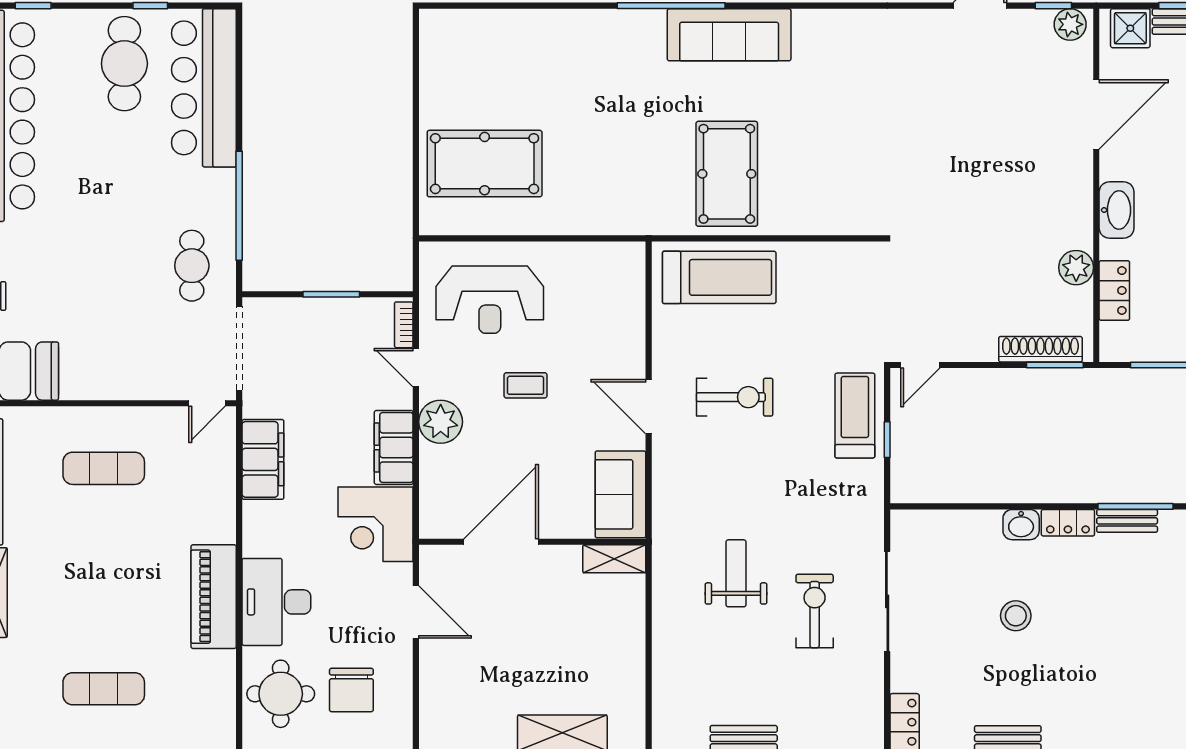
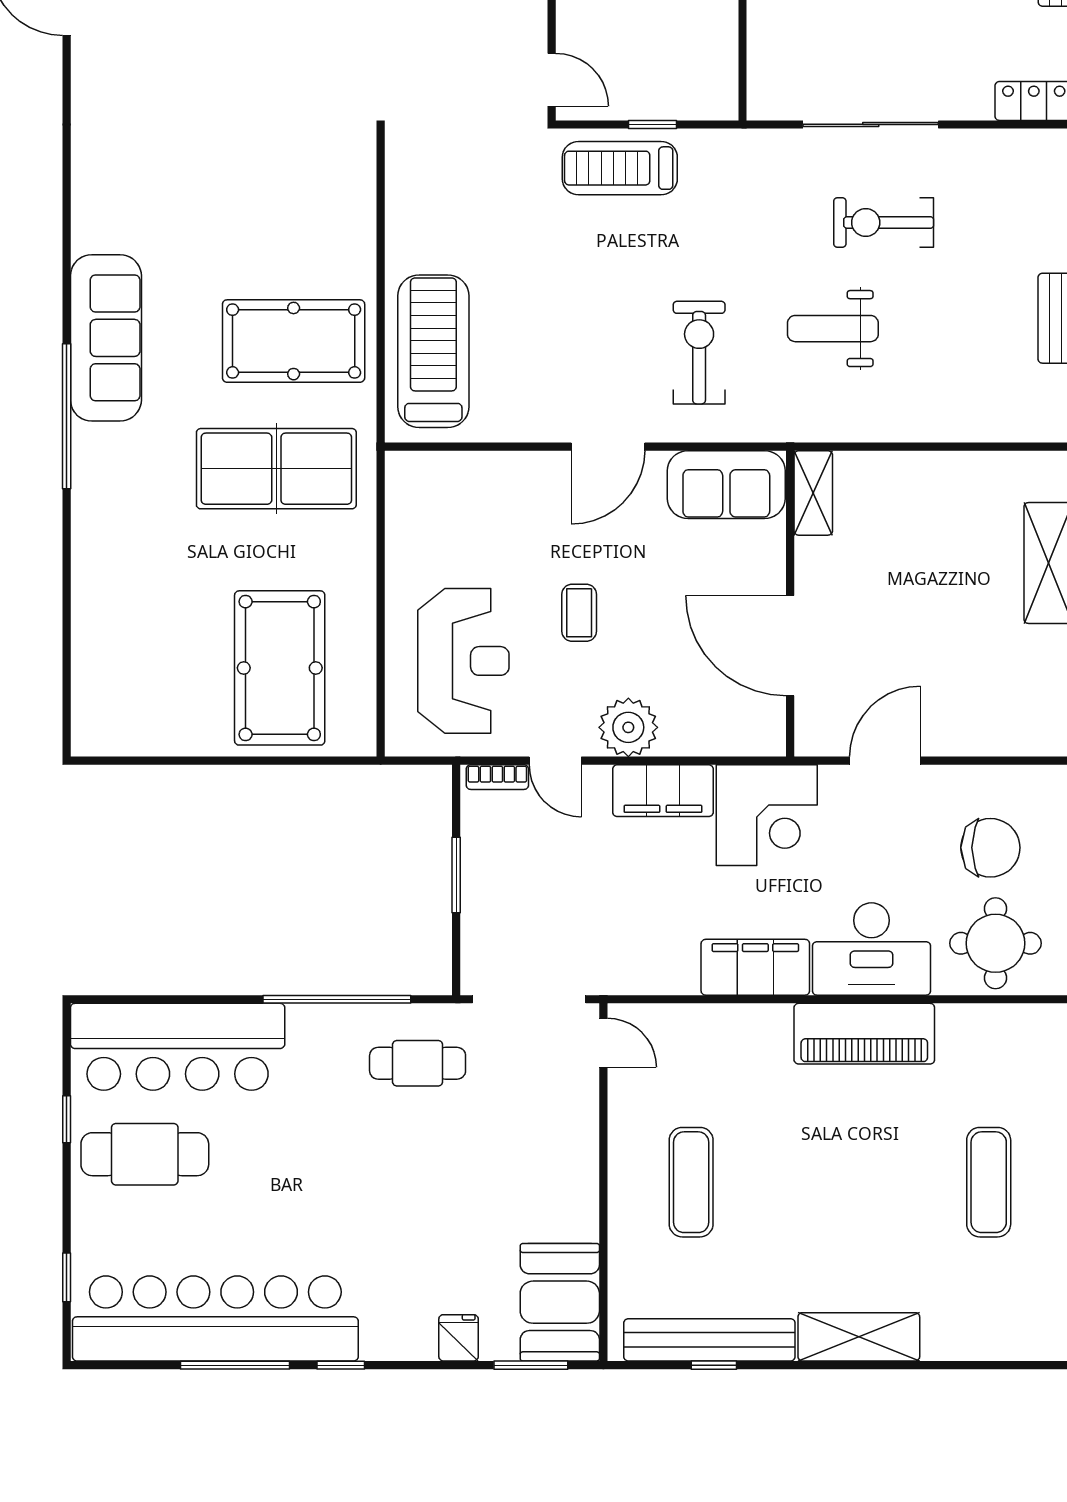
table tennis table: (632, 161) -> (276, 469), added
door: (416, 368) -> (555, 761), hinge flipped
exercise bike: (735, 397) -> (699, 353), moved
filing cabinet: (263, 459) -> (755, 967), moved

